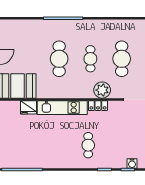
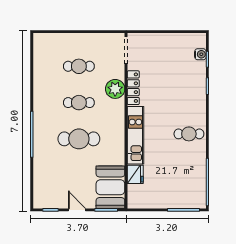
cafe table: (122, 59) -> (79, 66), width x0.73, depth x0.74
locker: (98, 106) -> (133, 88), width x1.53
cafe table: (88, 145) -> (189, 134), moved

